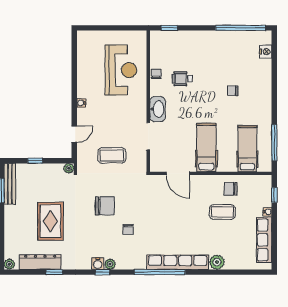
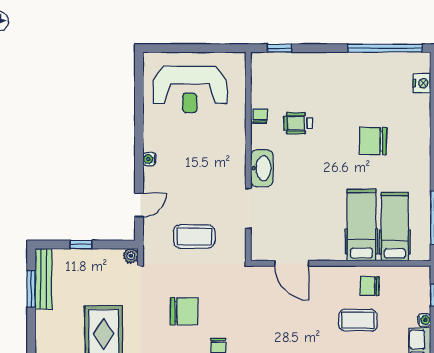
reception desk: (121, 70) -> (190, 89), moved, turned 90
chair: (233, 91) -> (373, 141), width x1.87, depth x1.87
hospital bed: (206, 148) -> (361, 225), moved

